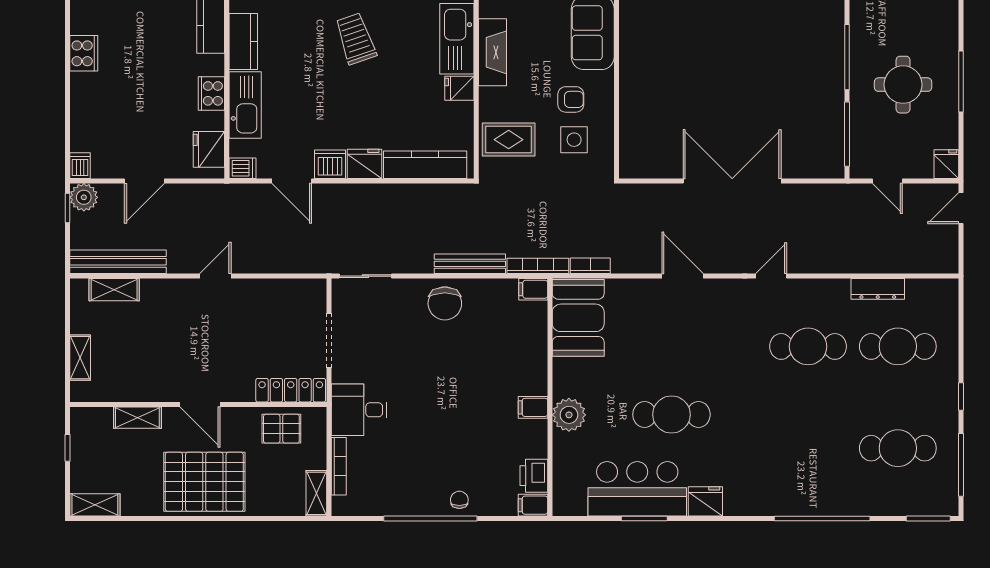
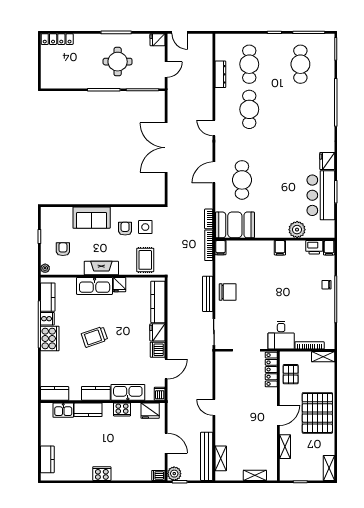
bench: (470, 264) -> (208, 294), moved
plant: (569, 415) -> (297, 230), moved
cafe table: (671, 415) -> (242, 180), moved

